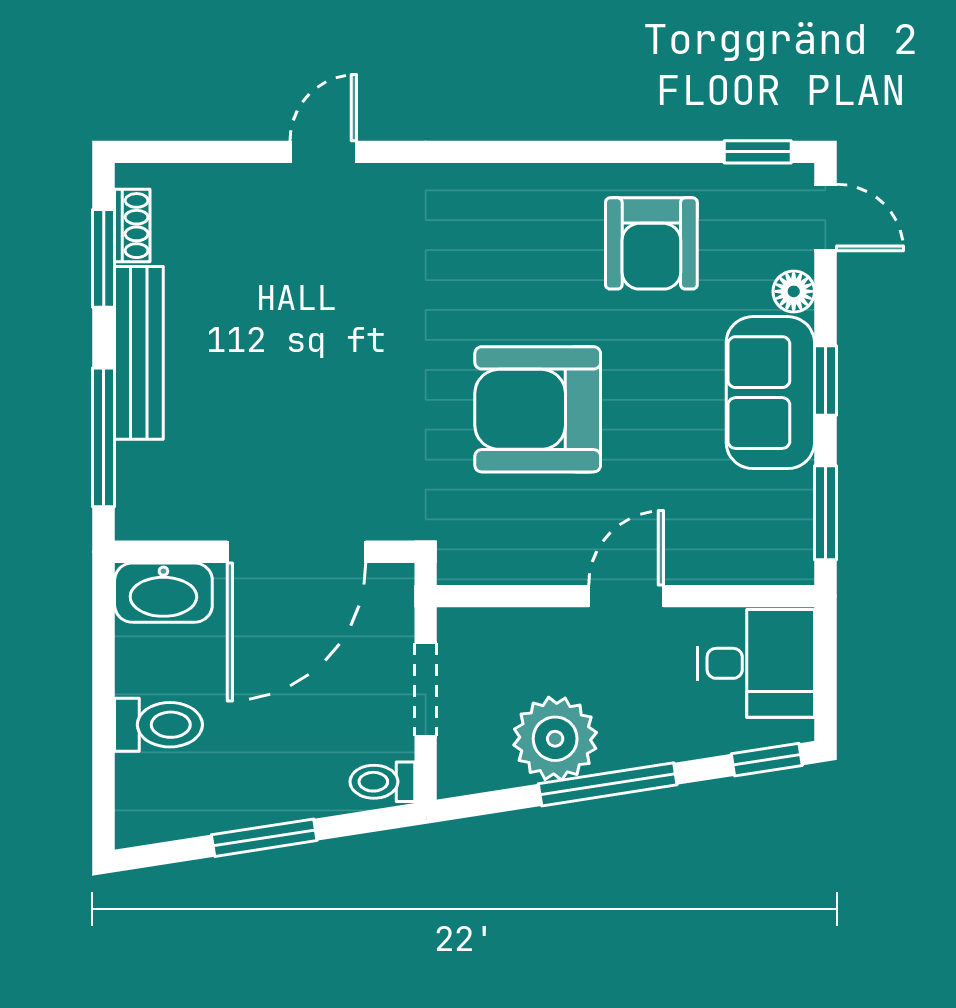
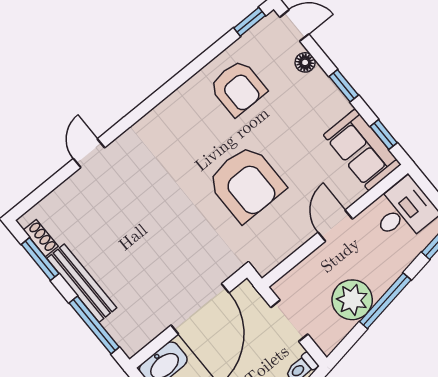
sofa: (770, 393) -> (362, 150), moved
armchair: (538, 409) -> (246, 183), turned -90
window: (825, 513) -> (384, 135), width x0.67

